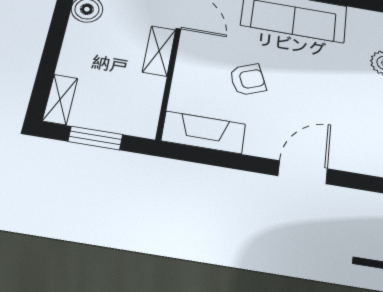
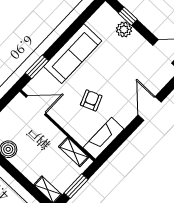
shelving: (159, 51) -> (74, 152), moved

